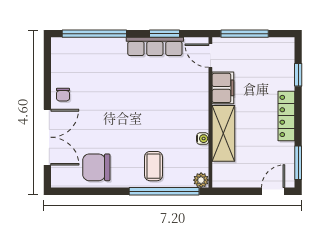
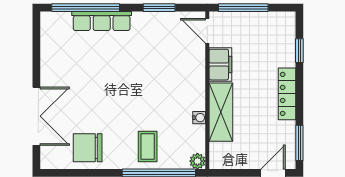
row of seats: (155, 46) -> (102, 21), moved
chair: (63, 95) -> (53, 72), removed

